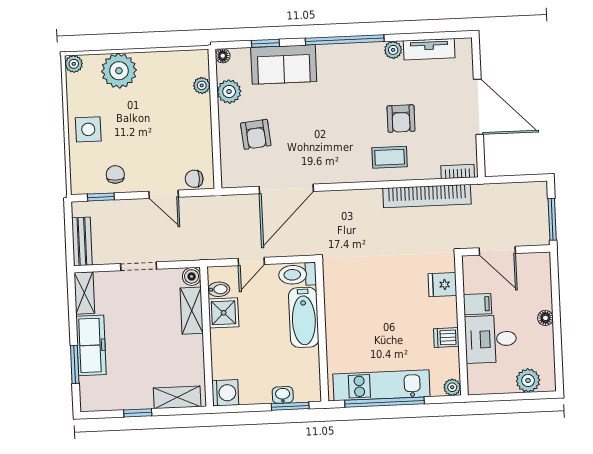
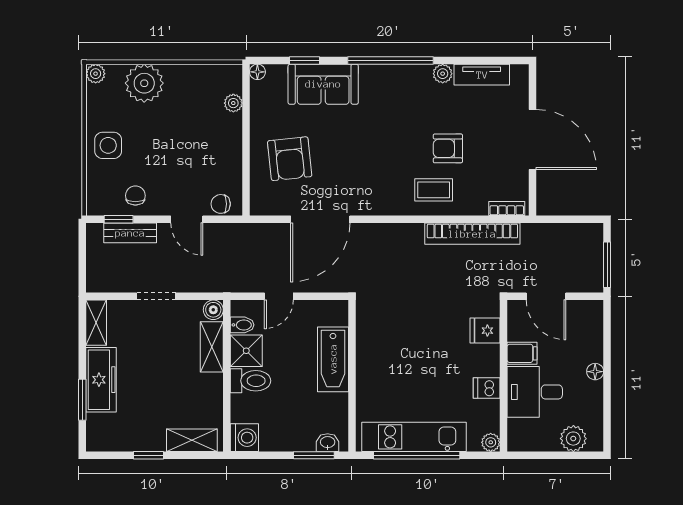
plant: (229, 92) -> (263, 111), removed
armchair: (401, 119) -> (448, 148), turned 90
armchair: (256, 134) -> (290, 159), width x1.38, depth x1.38
bench: (82, 241) -> (130, 233), moved, turned 90
toilet: (297, 275) -> (250, 381), moved, turned 180
washbasin: (283, 395) -> (328, 443), moved

